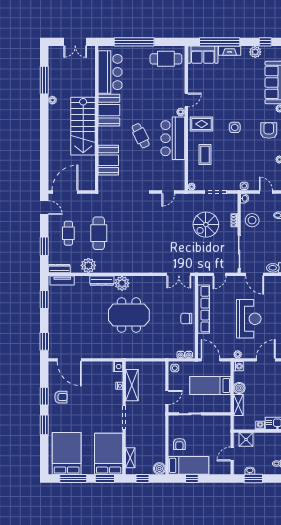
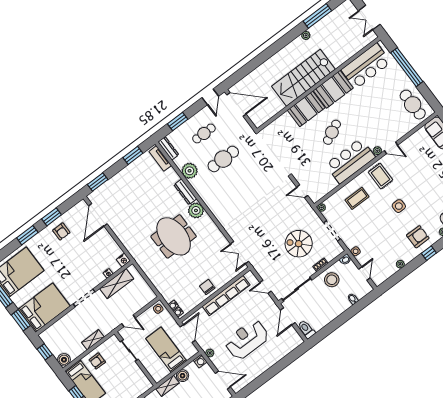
booth: (108, 160) -> (306, 109), moved
reception desk: (249, 319) -> (247, 340), turned 180
shelving: (130, 458) -> (93, 340), moved

